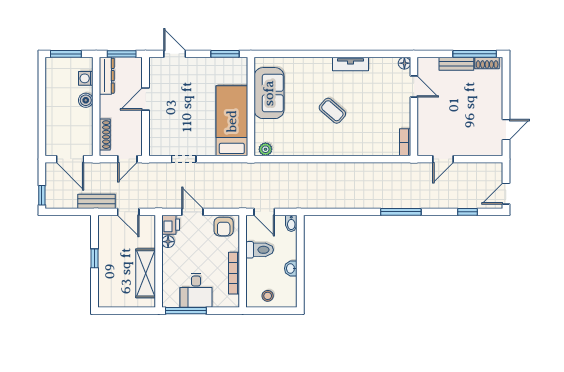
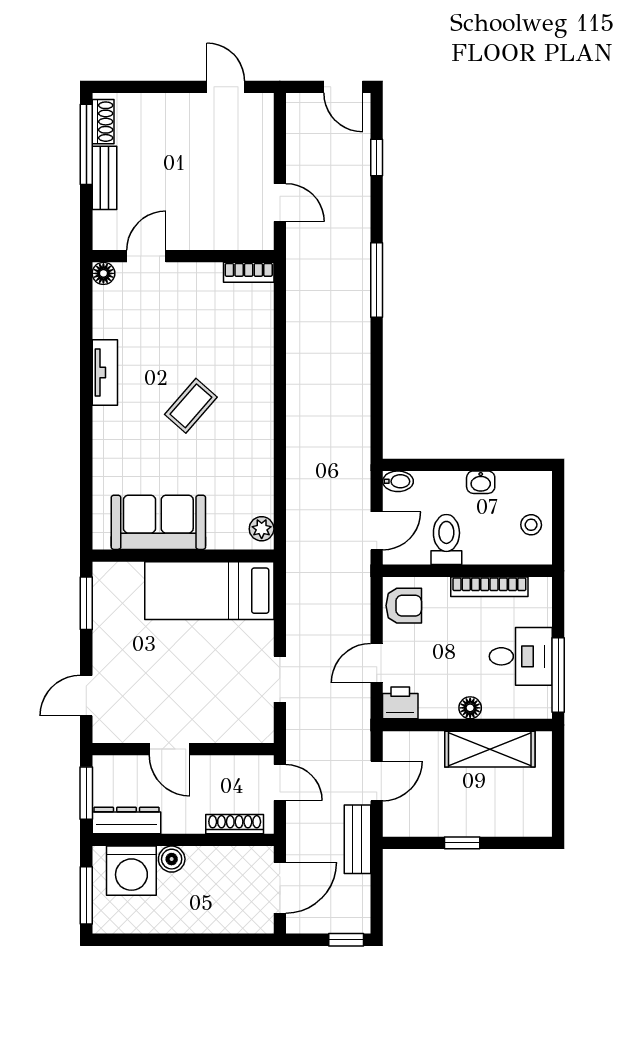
washing machine: (86, 78) -> (131, 871), width x1.89, depth x1.89
floor lamp: (168, 242) -> (470, 708), moved

